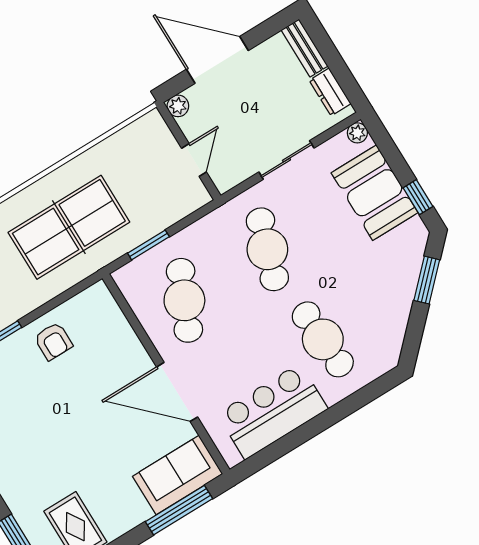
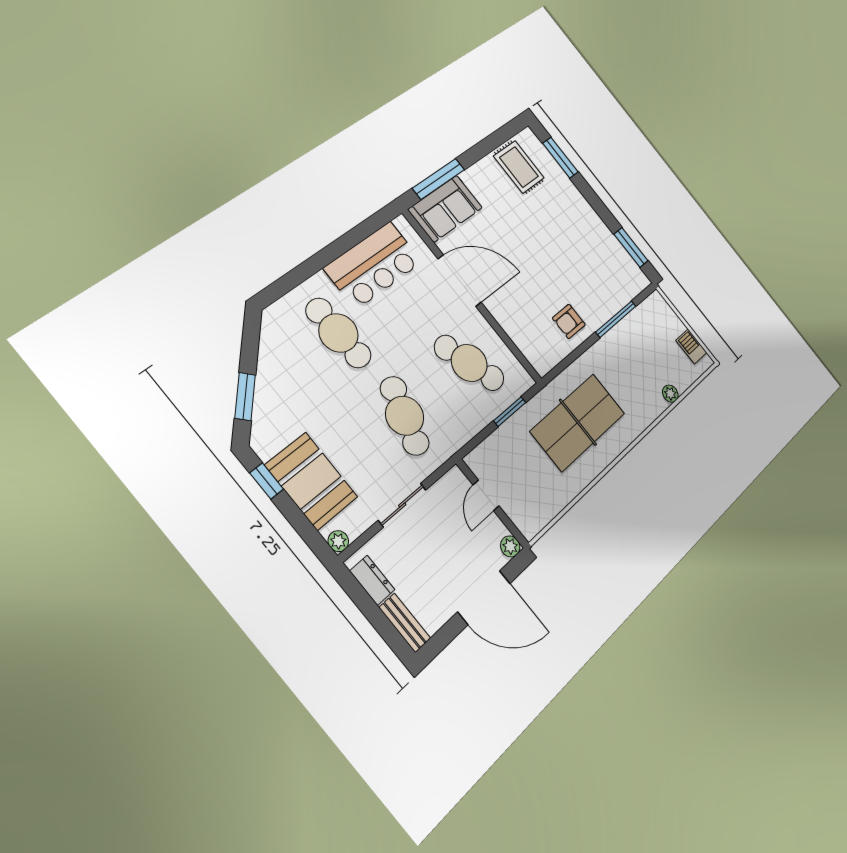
cafe table: (184, 300) -> (469, 363), turned -45
armchair: (53, 341) -> (569, 321), turned -90

